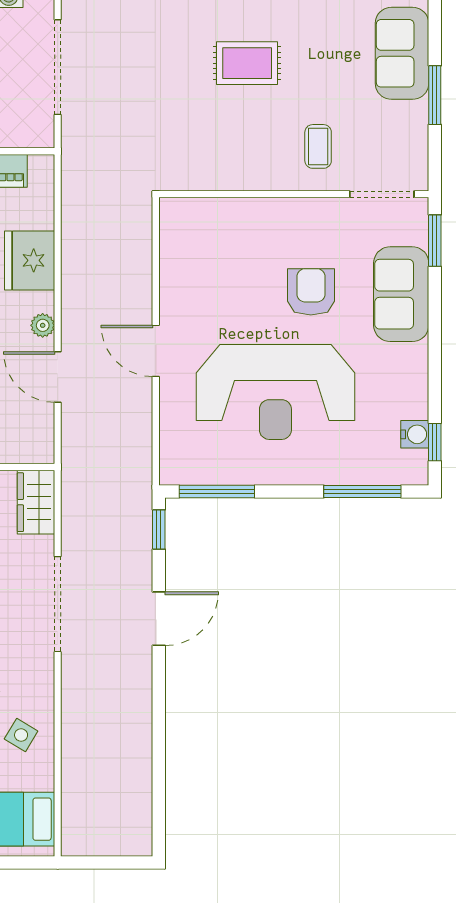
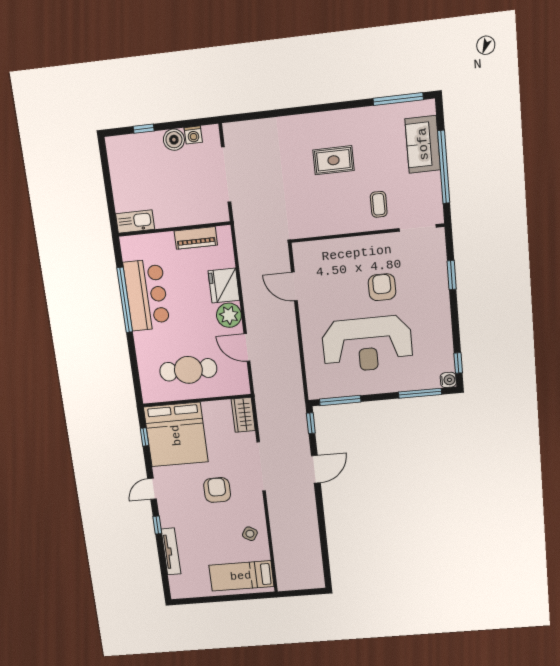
window: (435, 95) -> (444, 167), width x2.11
window: (435, 241) -> (452, 275), moved
sofa: (401, 294) -> (433, 283), removed
plant: (43, 325) -> (229, 315), width x1.87, depth x1.87
door: (156, 351) -> (294, 286), moved
water cooler: (415, 434) -> (448, 380), moved

